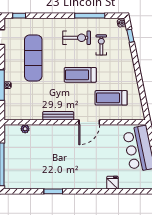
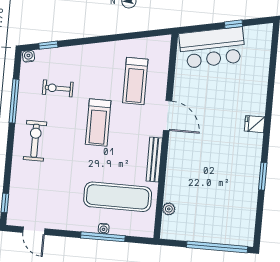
exercise bike: (77, 38) -> (35, 141), moved
exercise mat: (33, 58) -> (118, 197), moved
fridge: (112, 183) -> (255, 124), moved

